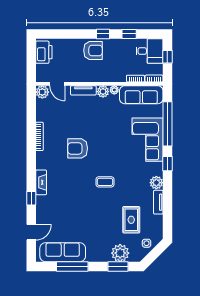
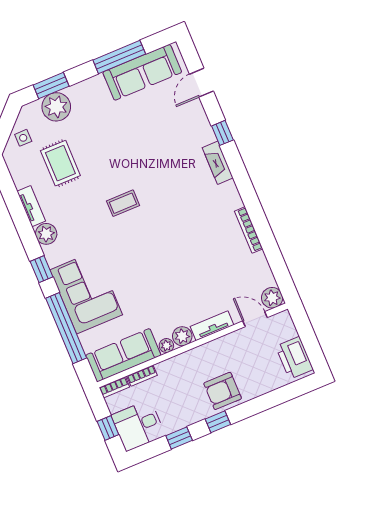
armchair: (78, 148) -> (185, 236), removed

